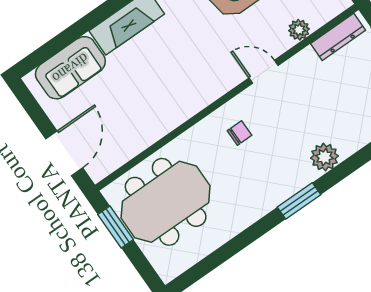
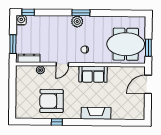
sofa: (70, 68) -> (93, 74), moved, turned 180
door: (263, 72) -> (62, 64), hinge flipped
plant: (324, 157) -> (77, 22), moved

